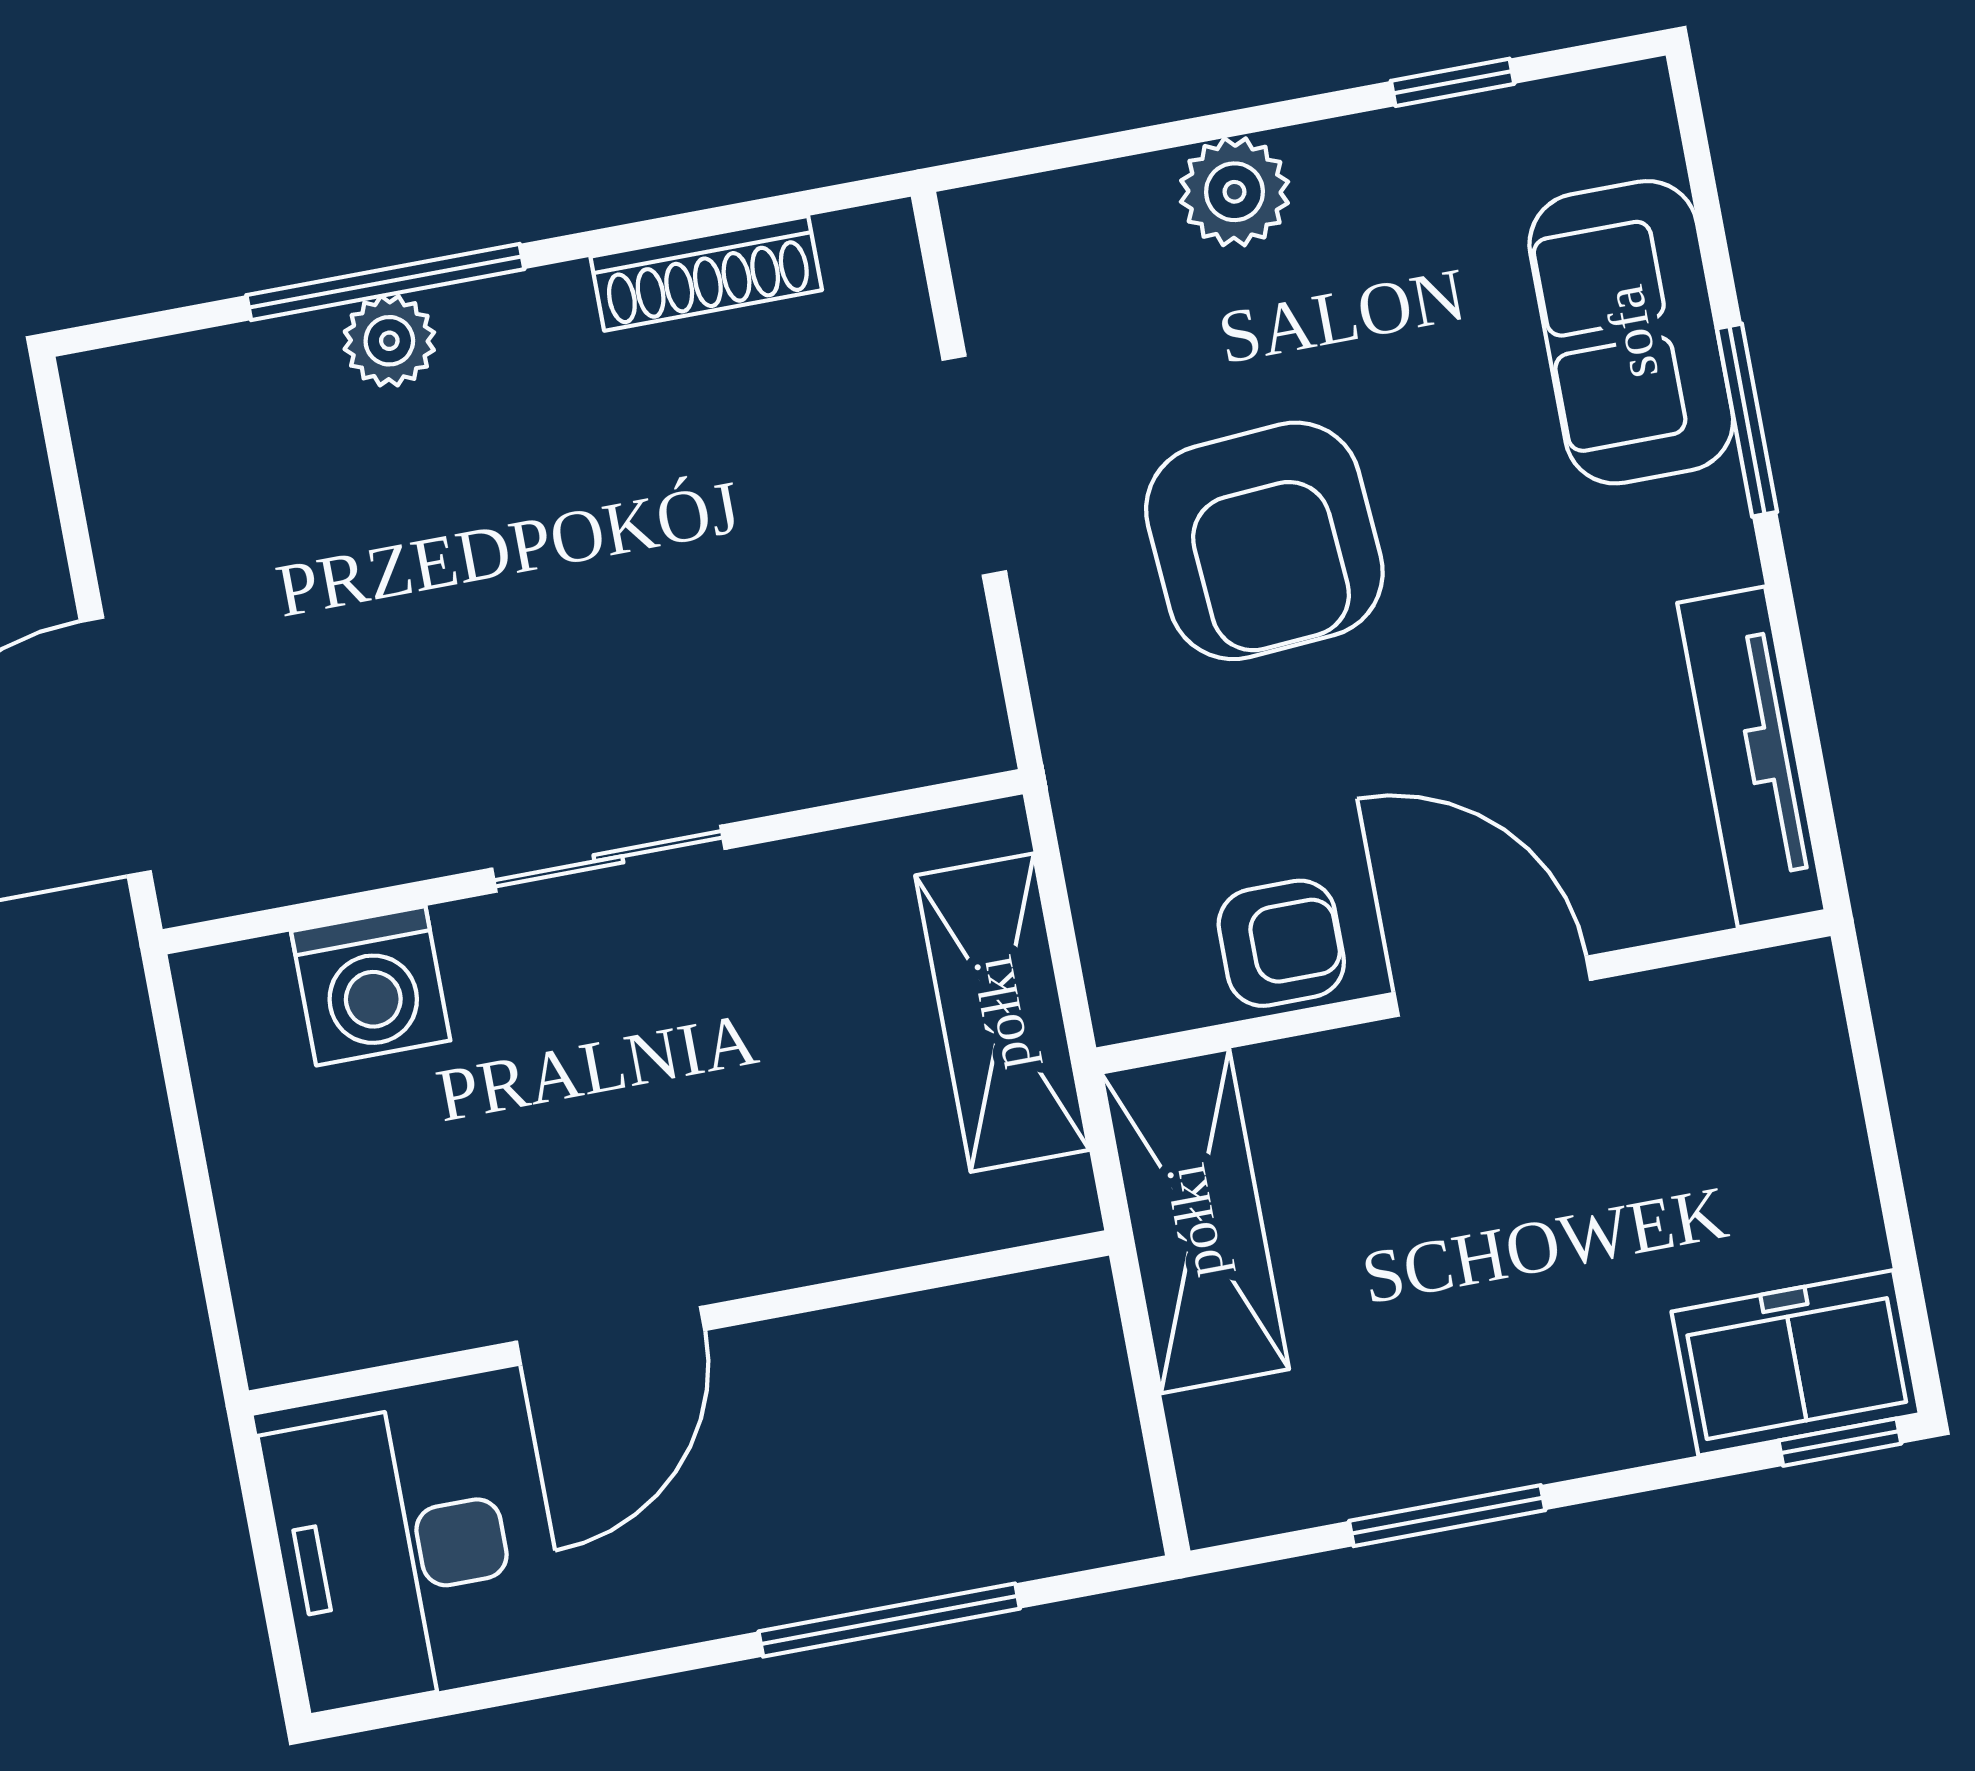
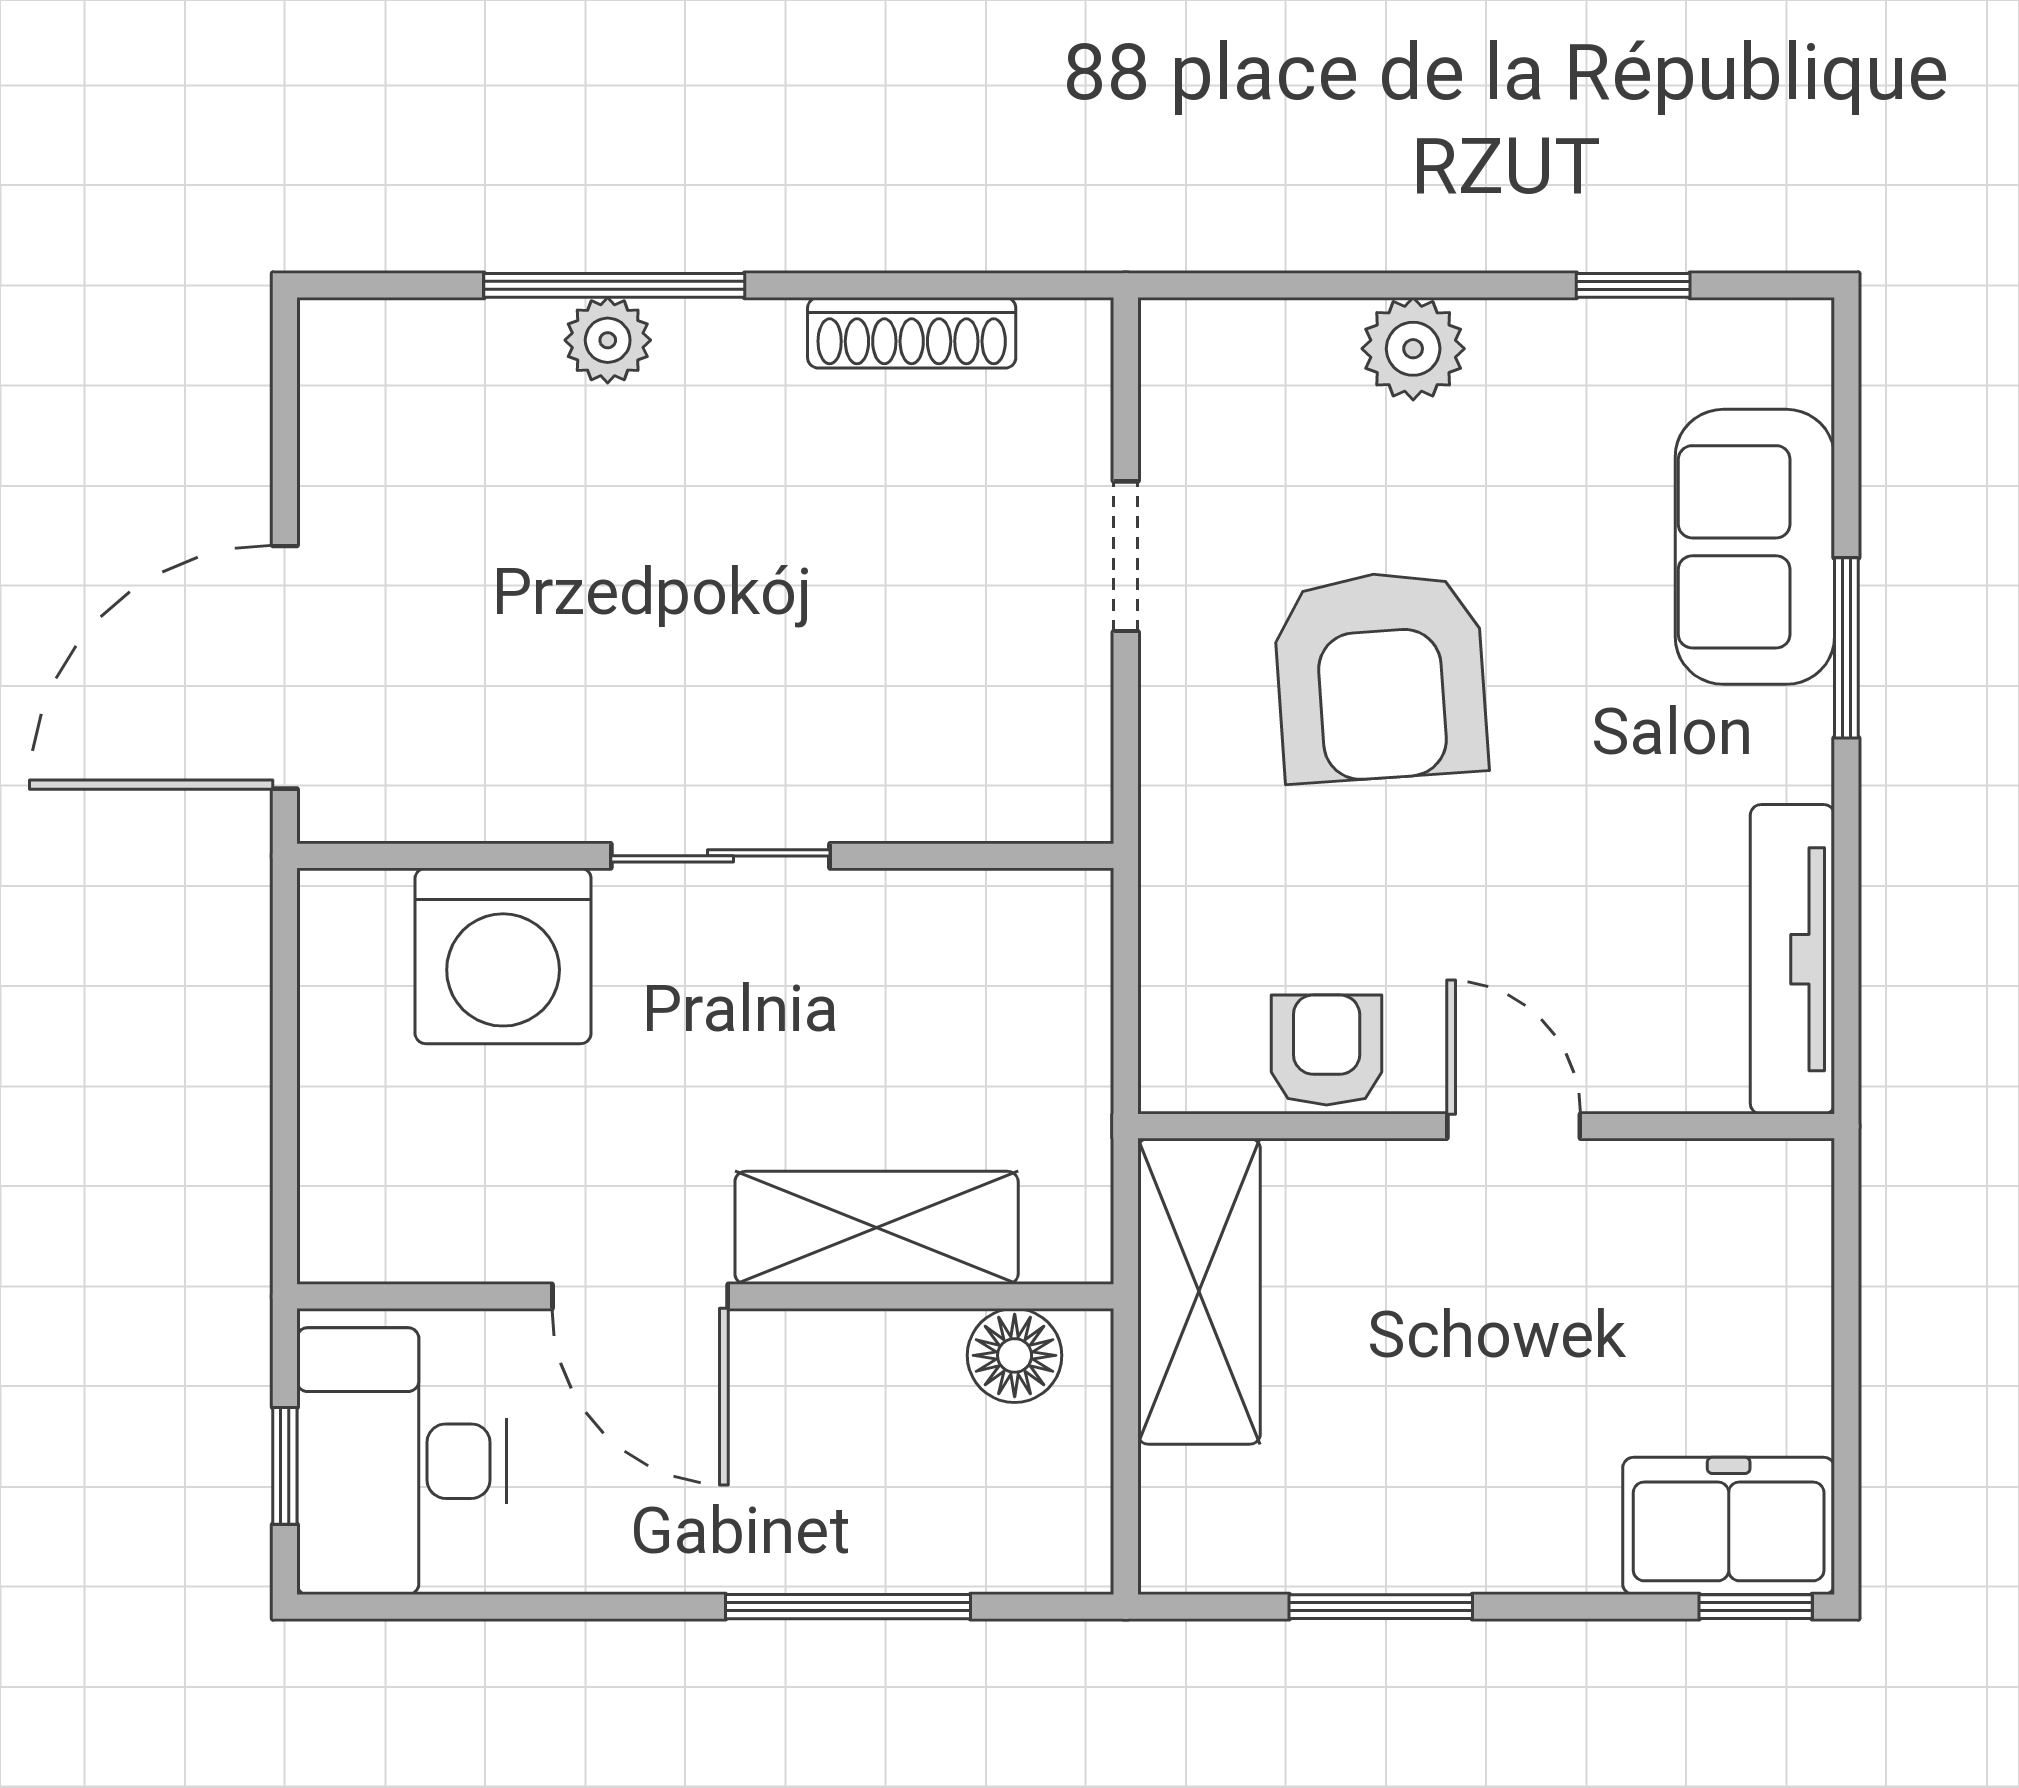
doorway: (974, 466) -> (1126, 556), width x0.73
armchair: (1281, 943) -> (1327, 1050), turned -90
washing machine: (371, 986) -> (503, 956), width x1.37, depth x1.37
door: (1492, 986) -> (1514, 1126), width x0.73
shelving: (1002, 1013) -> (877, 1228), moved, turned 90
floor lamp: (1014, 1324) -> (1015, 1355), added
door: (611, 1336) -> (640, 1296), hinge flipped
window: (272, 1583) -> (285, 1466), added

